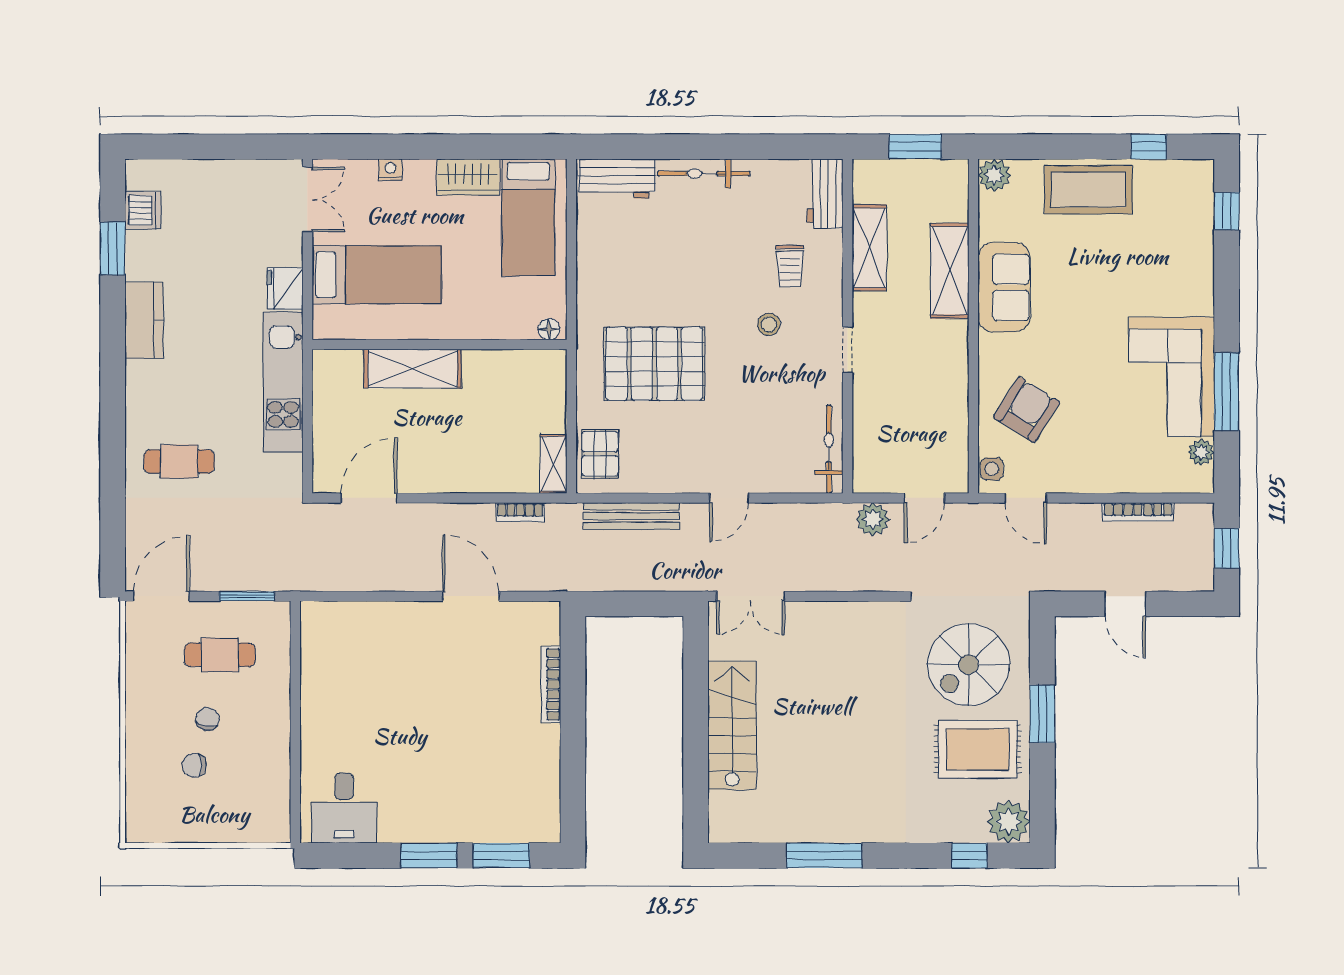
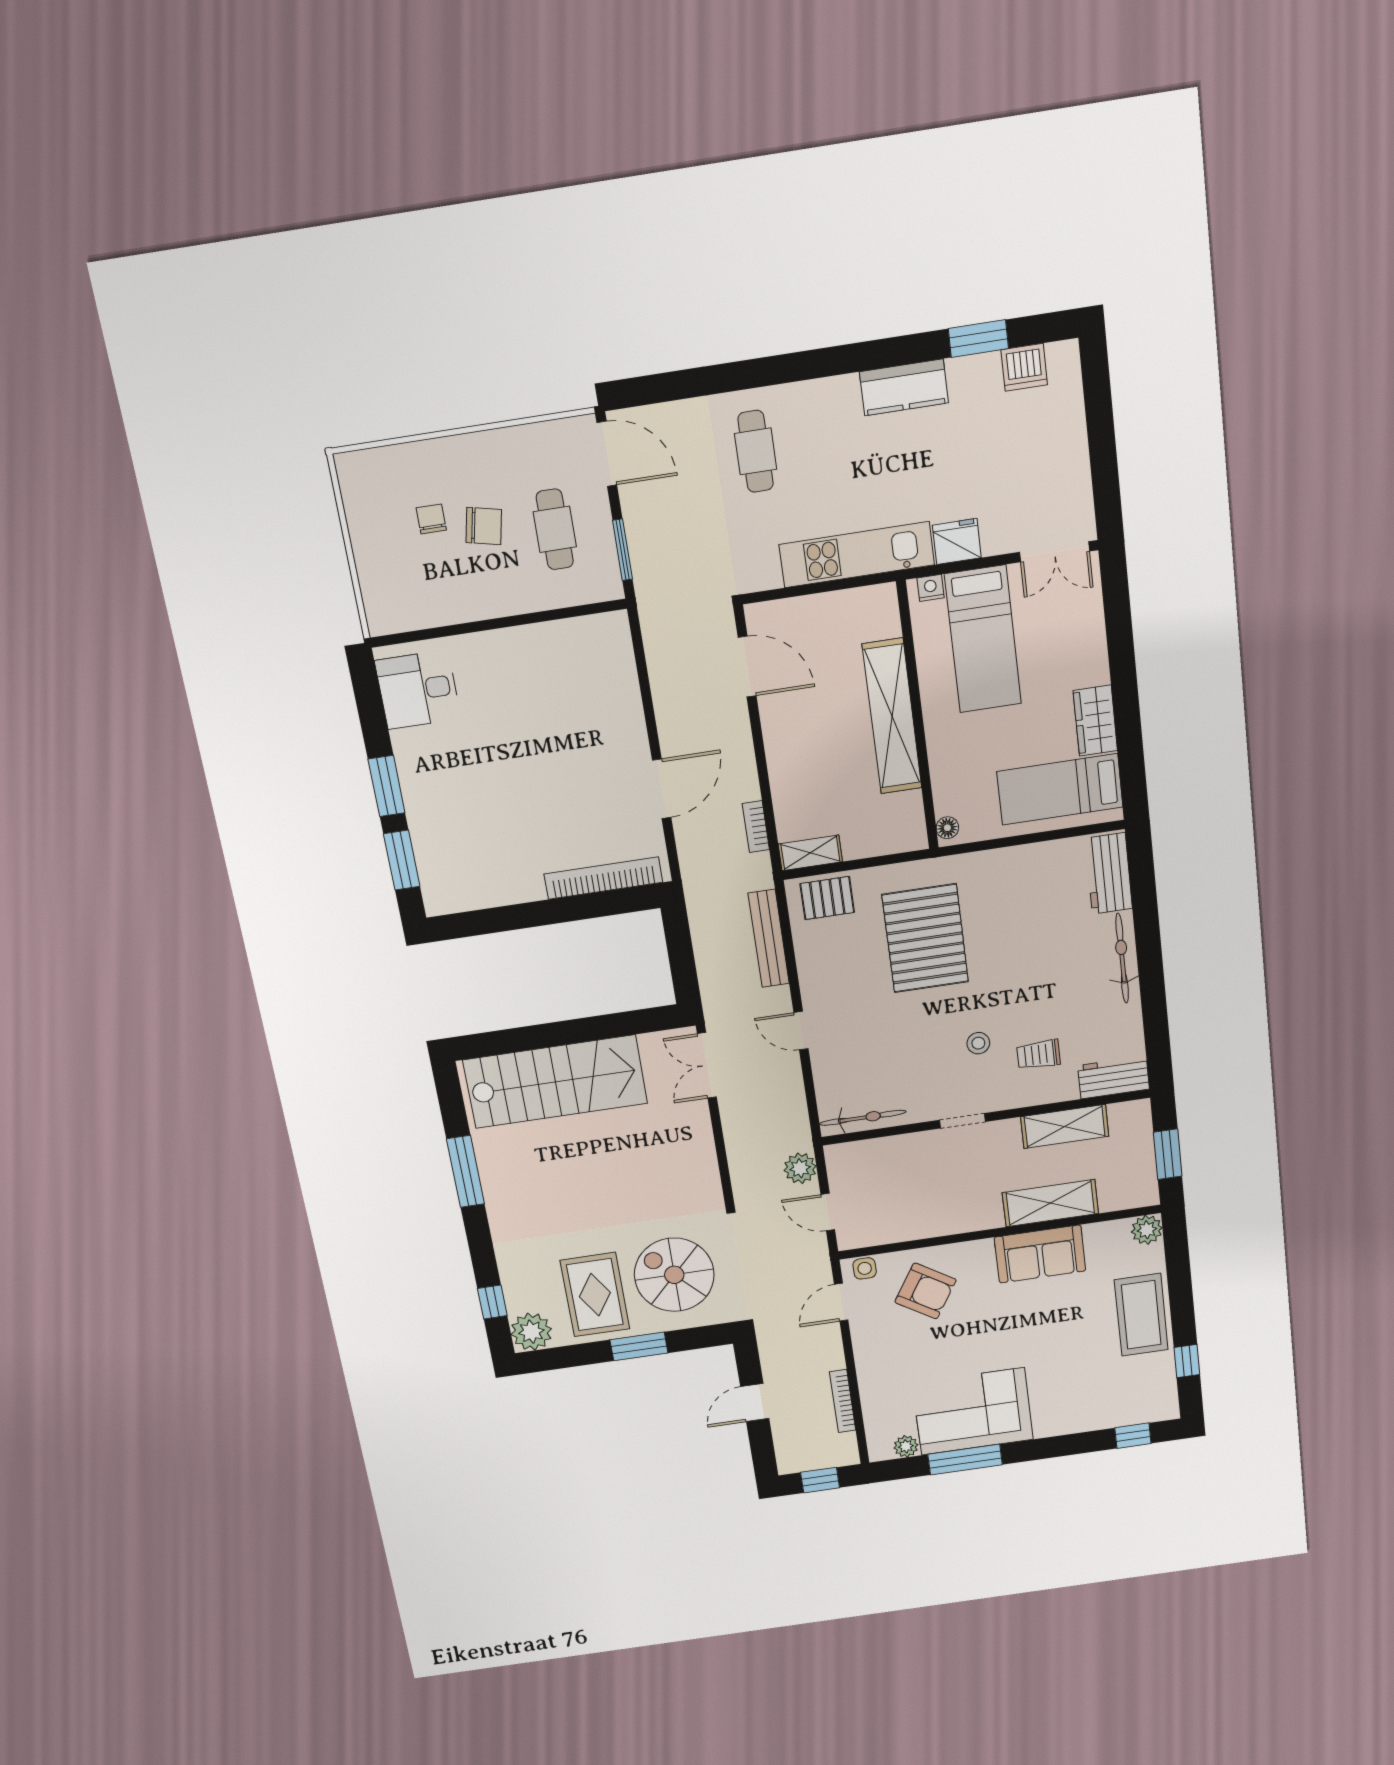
nightstand: (390, 170) -> (931, 588), moved, turned -90
shelving: (413, 369) -> (892, 716), width x1.47
bookcase: (551, 684) -> (603, 878), width x1.48, depth x1.31
chair: (207, 719) -> (484, 526), width x1.37, depth x1.37
stairs: (732, 725) -> (555, 1082), width x1.36, depth x1.51

